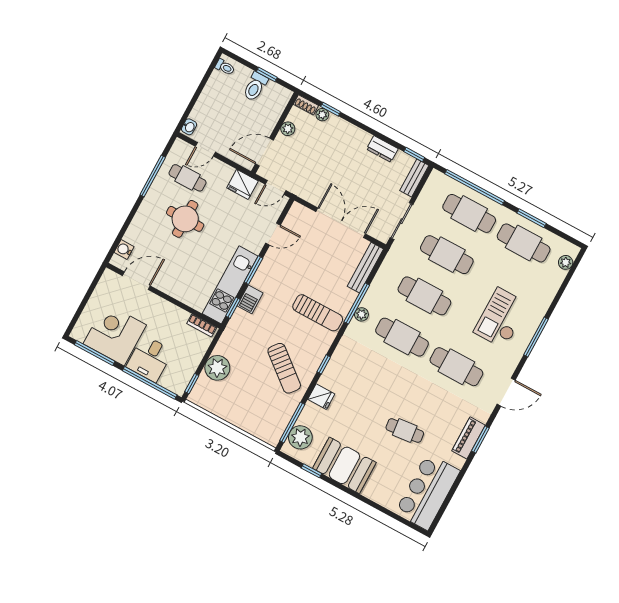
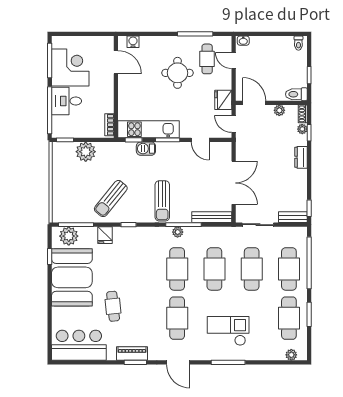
toilet: (255, 87) -> (296, 94), moved
dresser: (382, 149) -> (301, 157), moved
booth: (344, 465) -> (72, 277), width x1.36, depth x1.42

